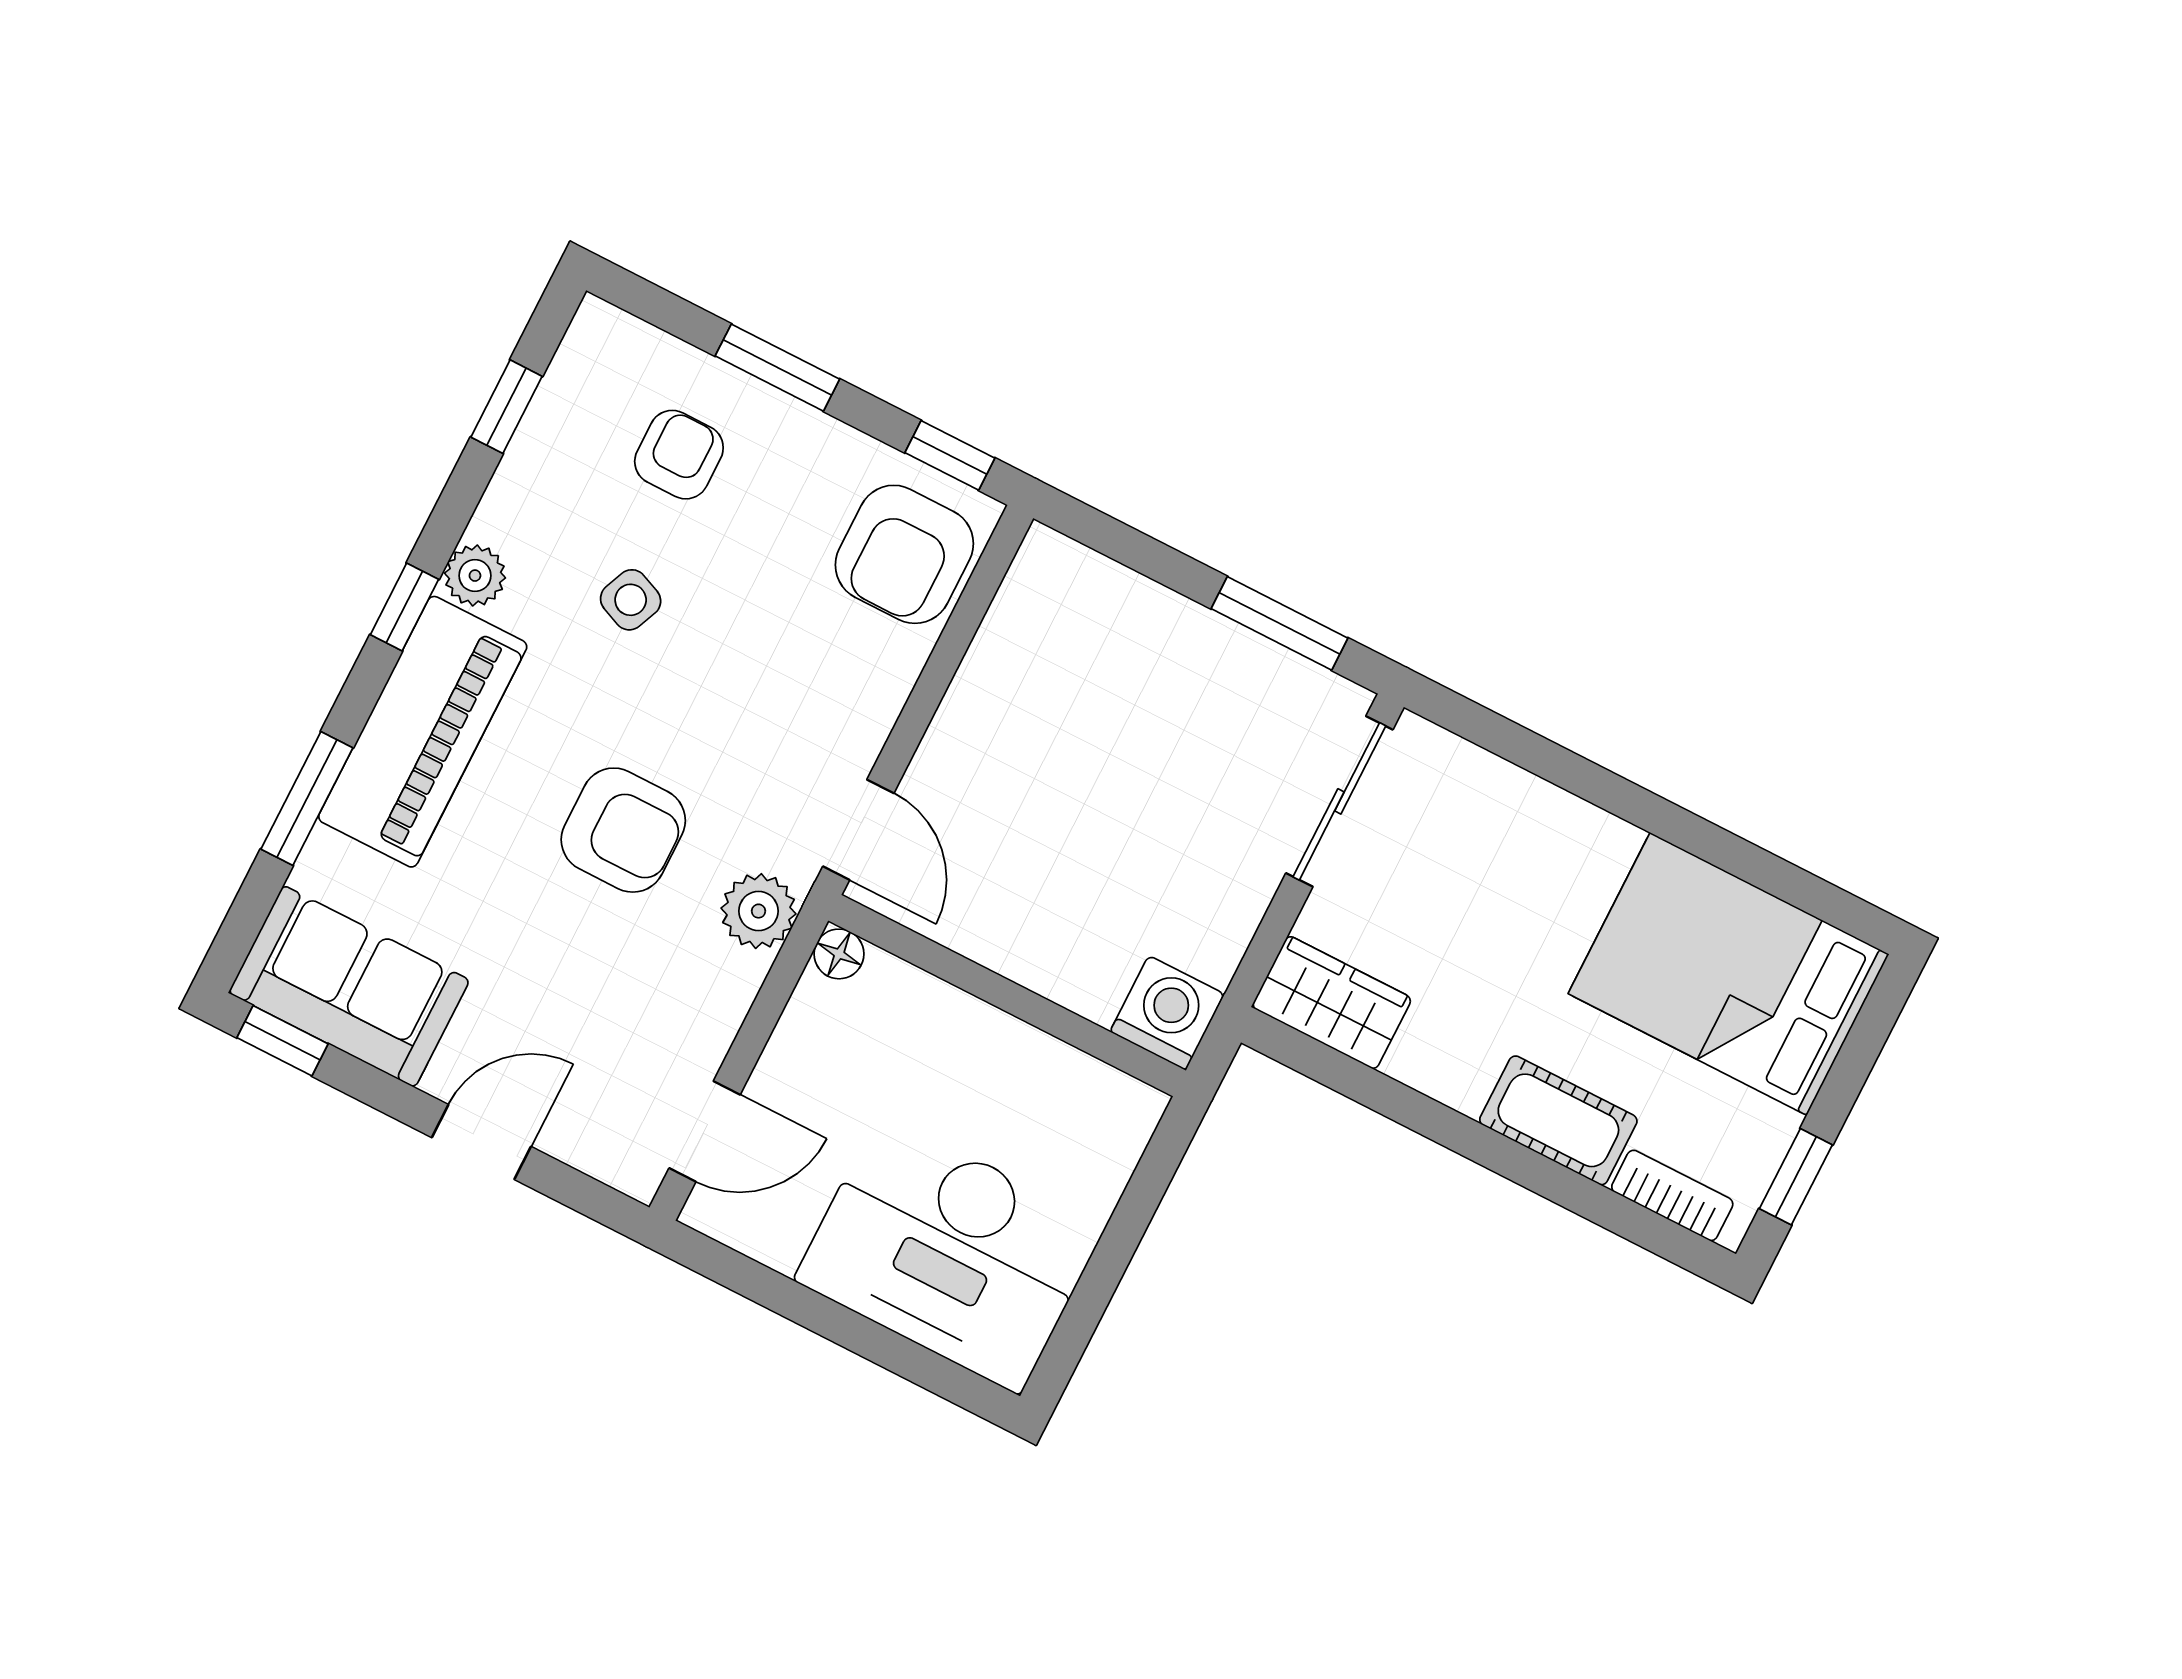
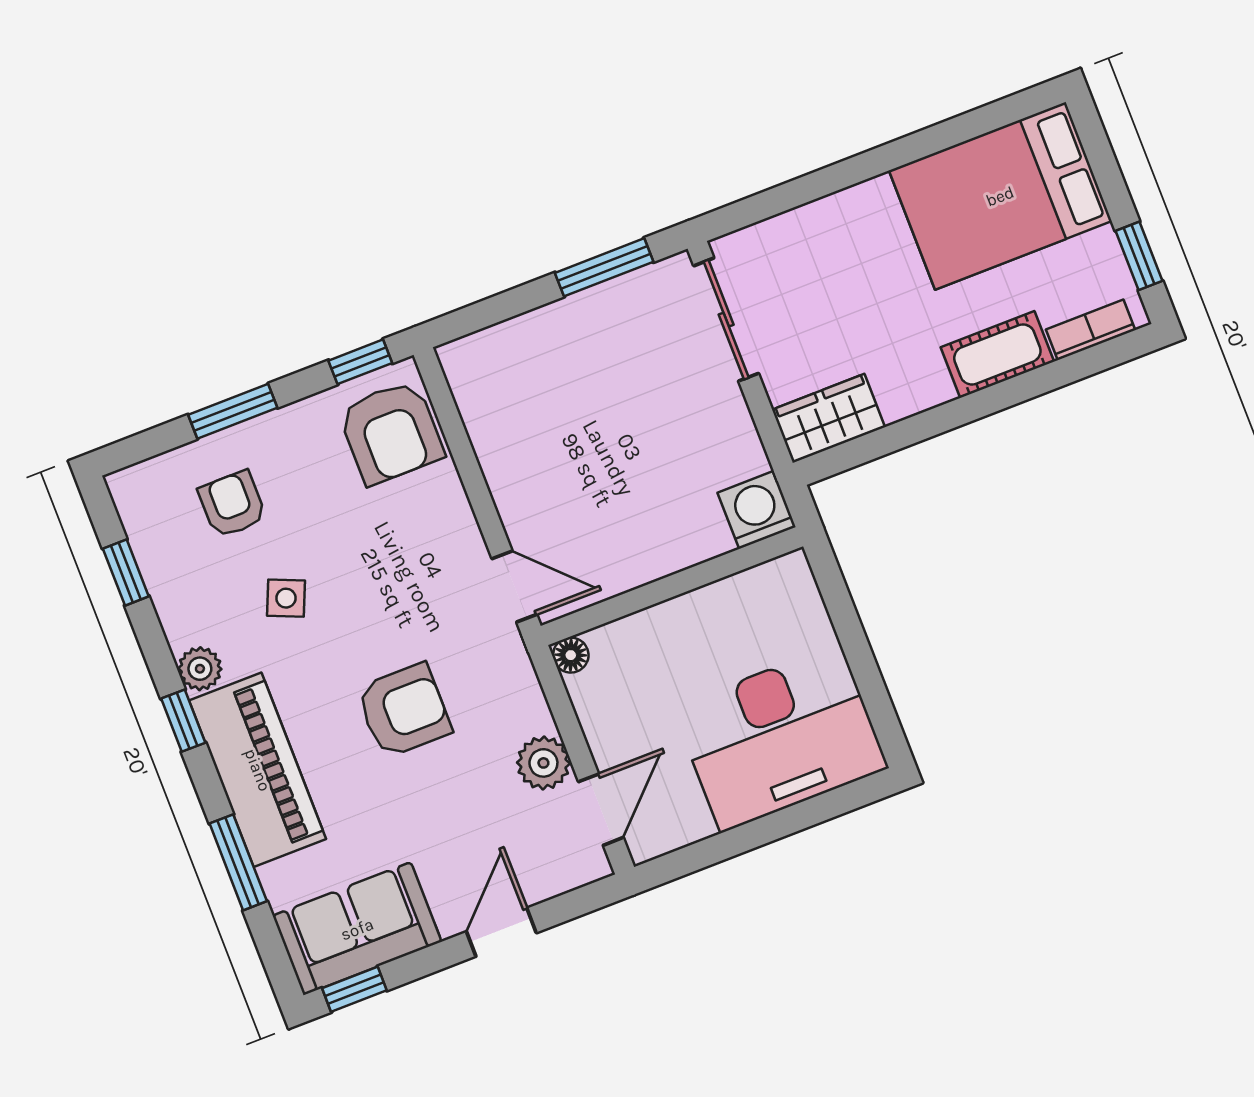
plant: (758, 911) -> (543, 763), moved

